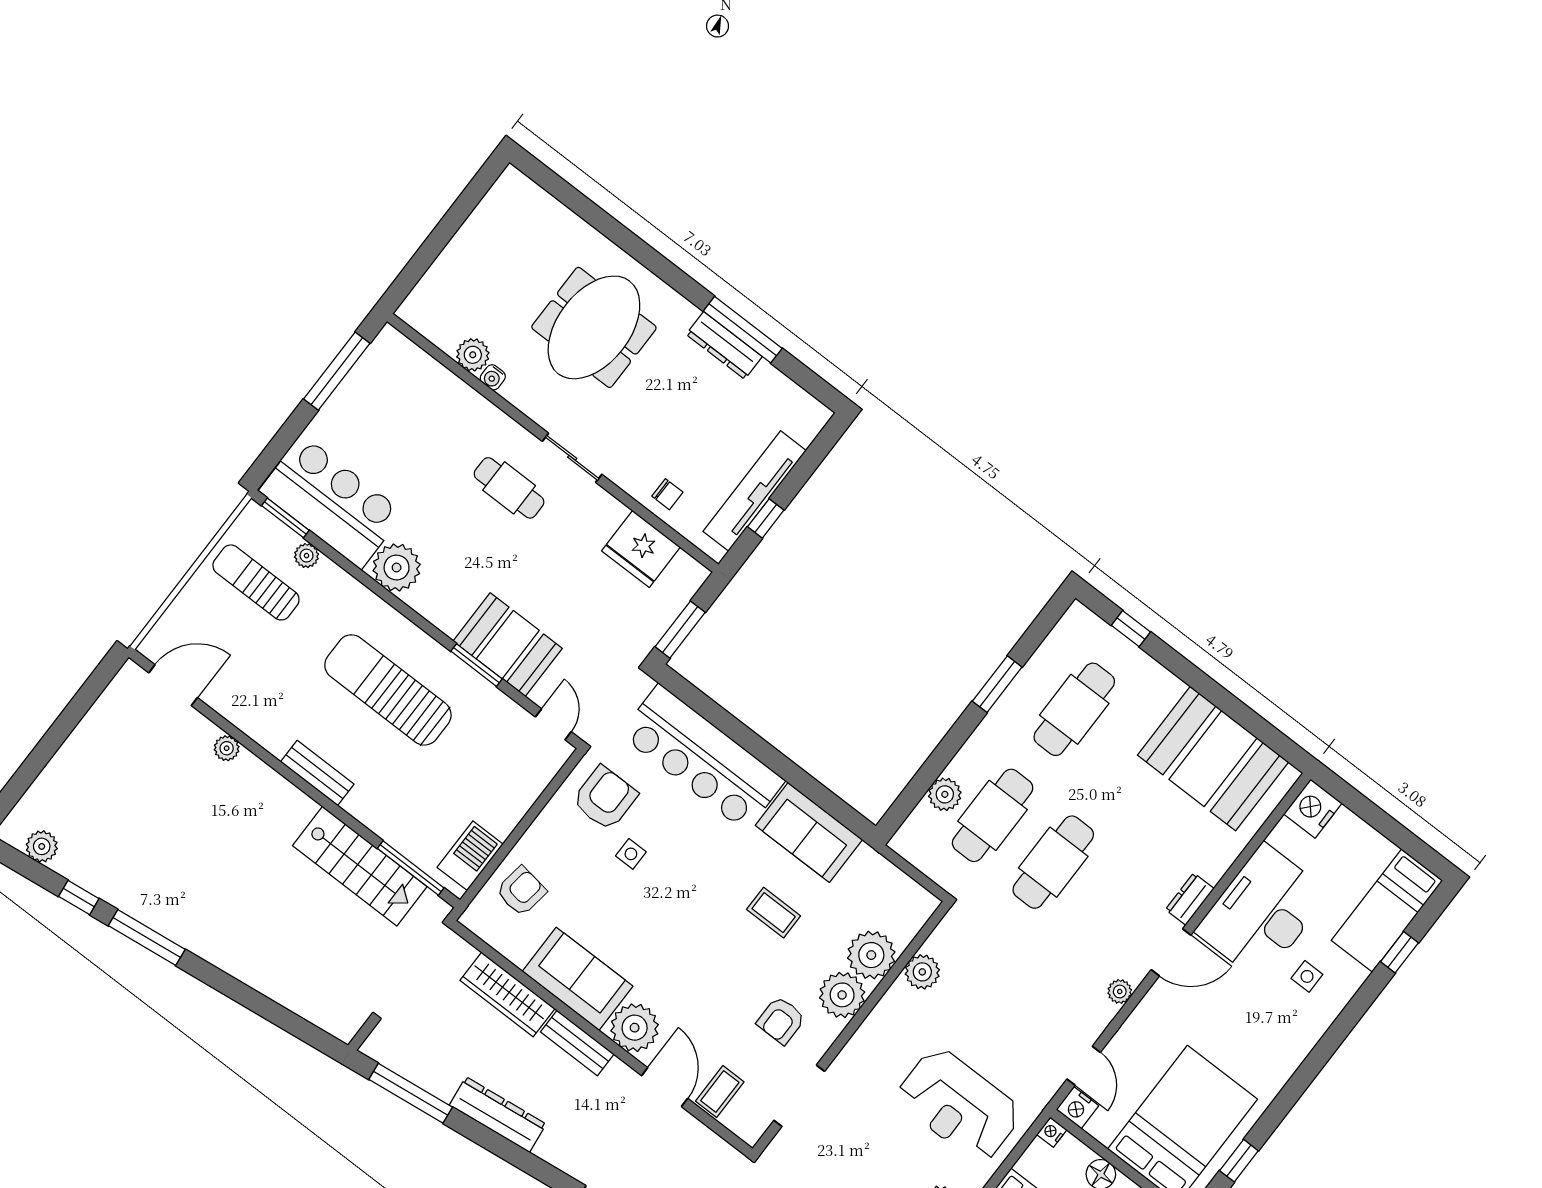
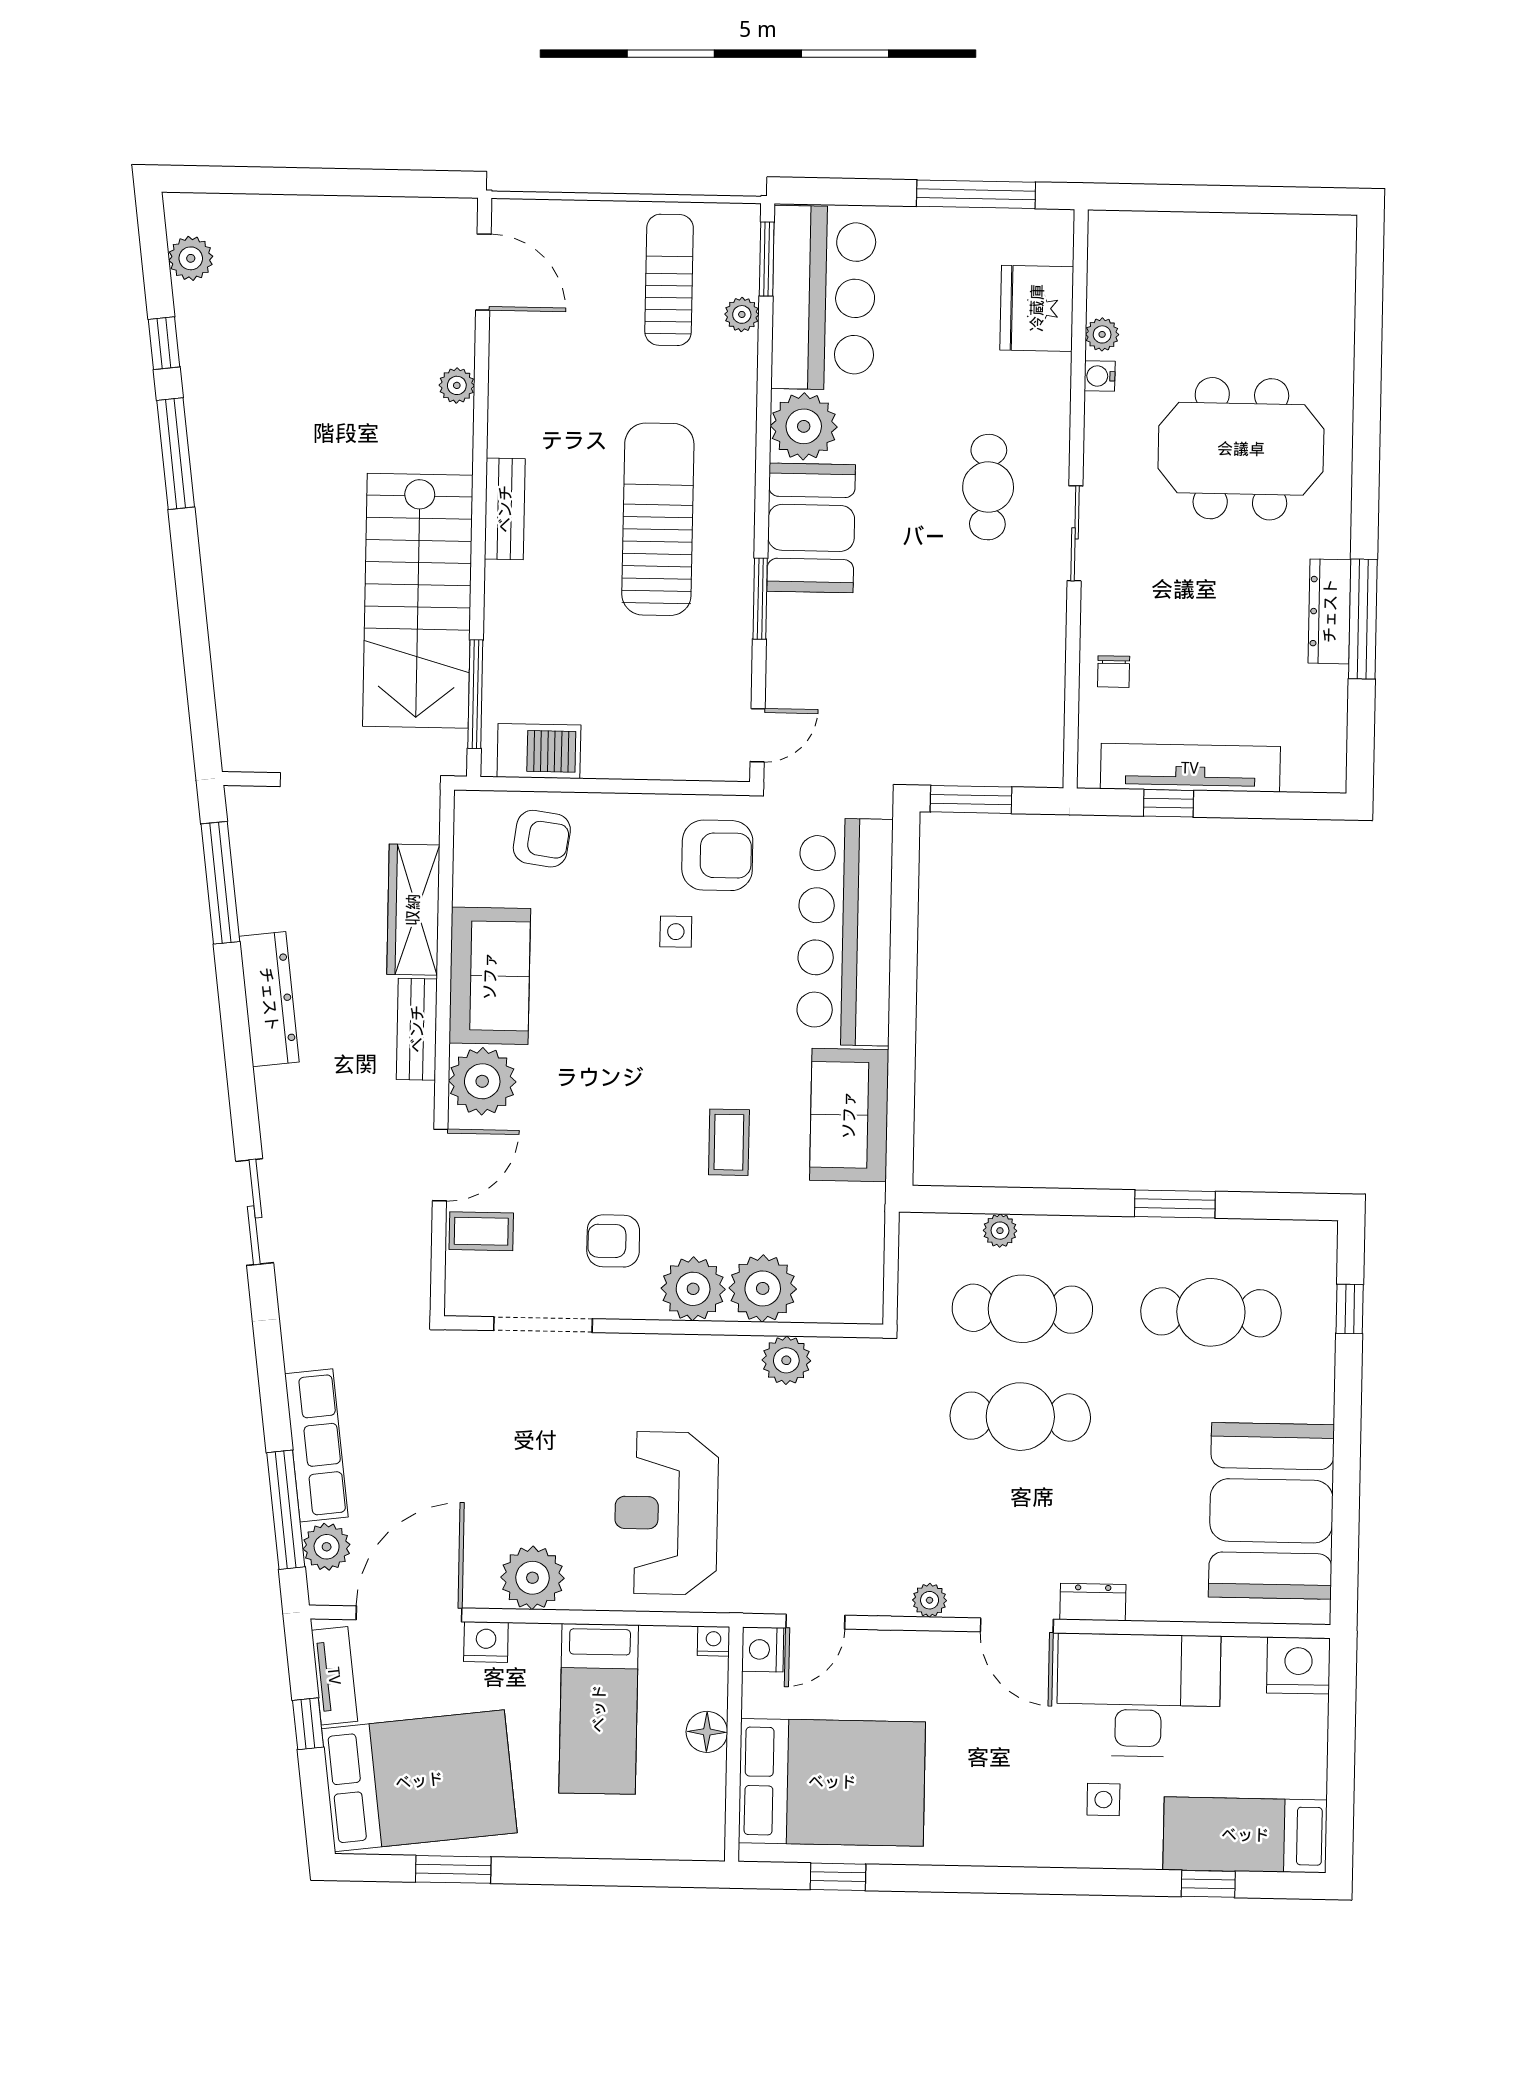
plant: (473, 355) -> (1102, 334), width x0.73, depth x0.73
fridge: (641, 549) -> (1037, 308), moved
booth: (508, 645) -> (811, 528), moved
plant: (945, 794) -> (1000, 1231), width x0.73, depth x0.73
stairs: (360, 866) -> (418, 601), width x1.36, depth x1.51

